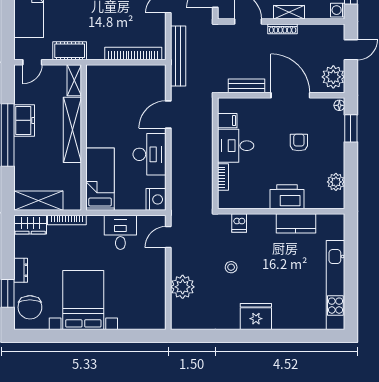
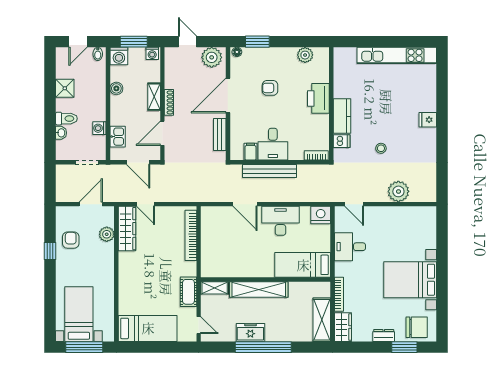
bench: (178, 56) -> (270, 171), moved
bookcase: (223, 177) -> (316, 155), moved
kitchen counter: (296, 223) -> (342, 116), moved
fridge: (256, 316) -> (428, 120), width x0.53, depth x0.75

